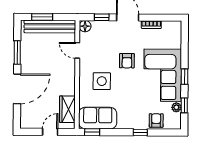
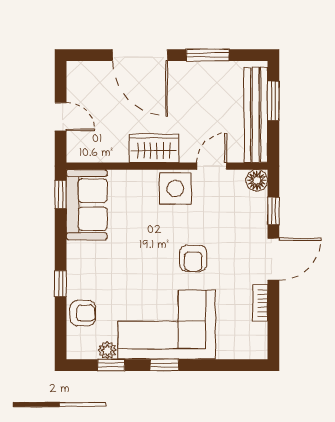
armchair: (127, 61) -> (193, 258), turned -90
side table: (102, 81) -> (175, 188), moved
wardrobe: (67, 109) -> (154, 148), moved

